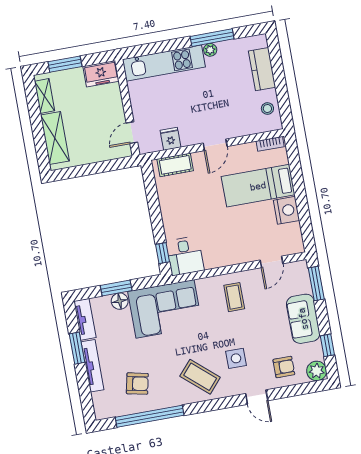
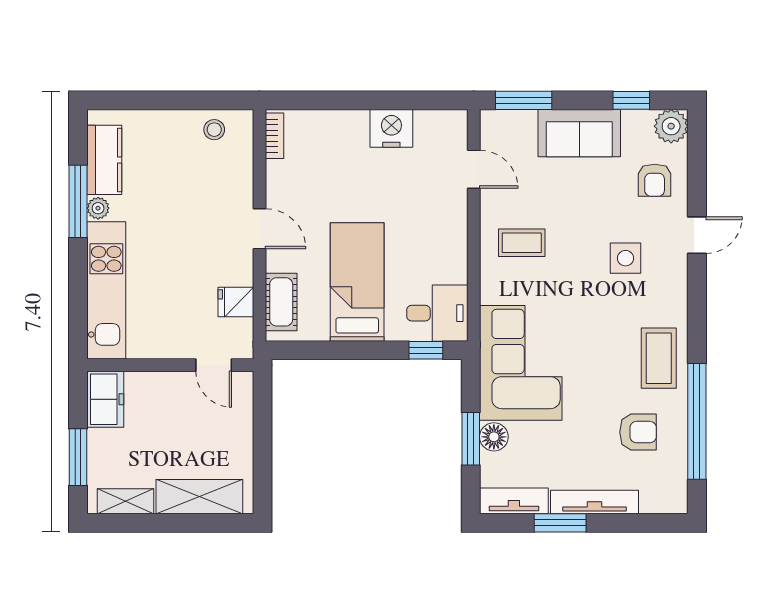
kitchen counter: (262, 69) -> (104, 160), moved, turned -90
bed: (258, 186) -> (357, 282), moved, turned 180
armchair: (284, 367) -> (655, 180), turned 180
coffee table: (200, 377) -> (659, 358), moved, turned -41
armchair: (137, 384) -> (638, 432), turned 78

